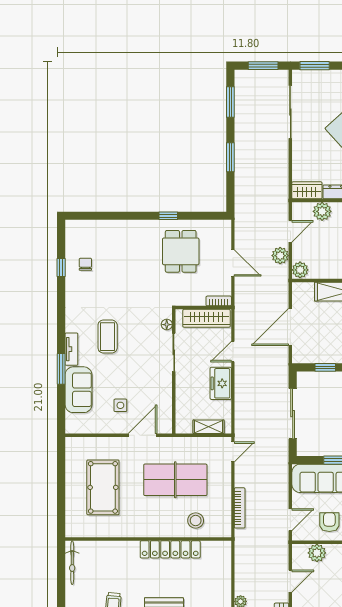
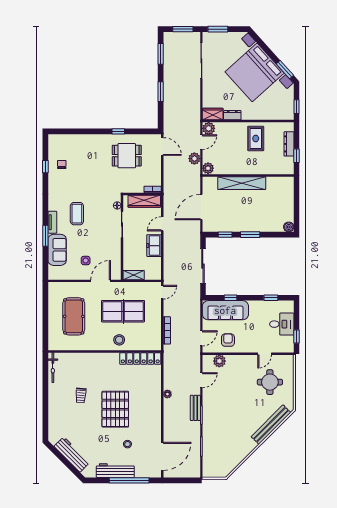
plant: (322, 211) -> (209, 128), moved
dining table: (181, 251) -> (127, 156), turned 90
door: (233, 263) -> (162, 146), moved
shelving: (208, 427) -> (134, 275), moved
stool: (196, 520) -> (119, 340), moved
locker: (170, 549) -> (140, 359), moved

